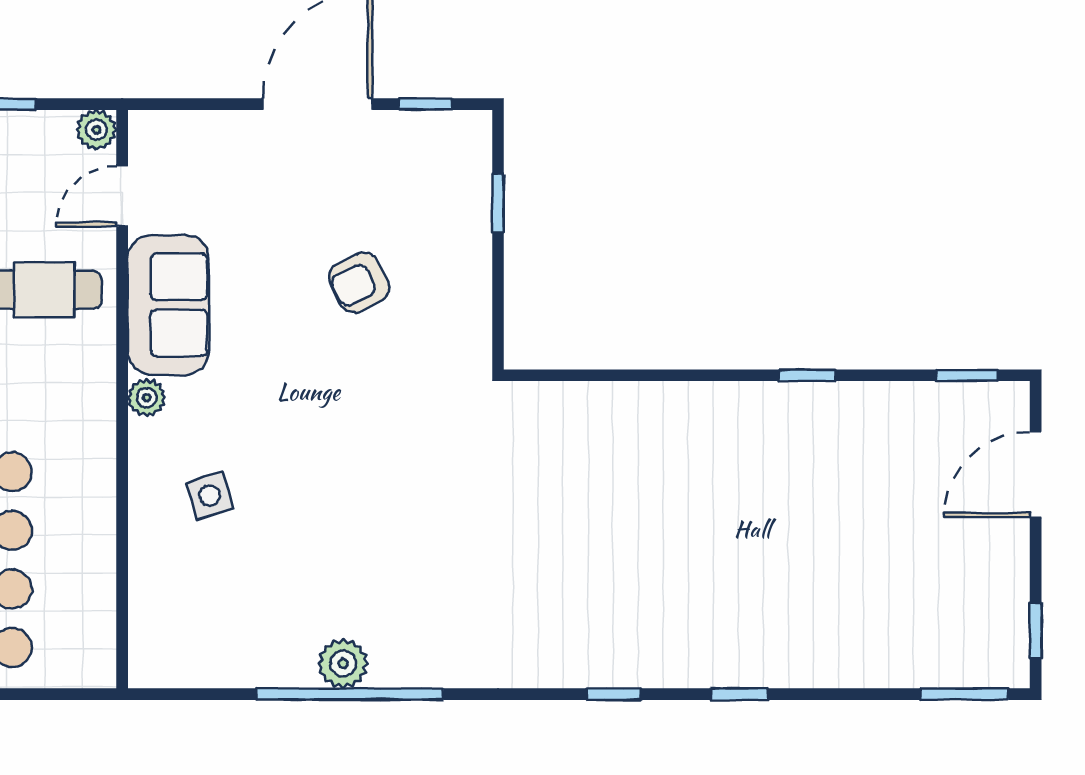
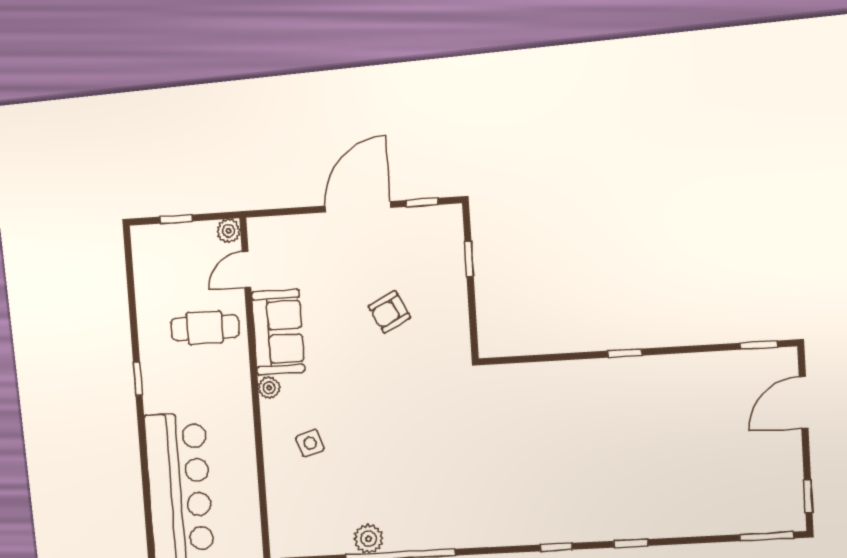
window: (807, 375) -> (625, 353), moved
plant: (343, 663) -> (369, 539), moved

